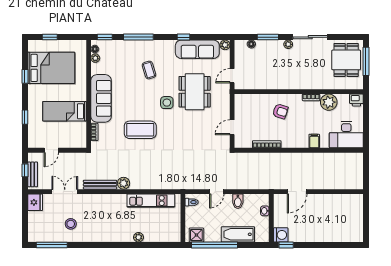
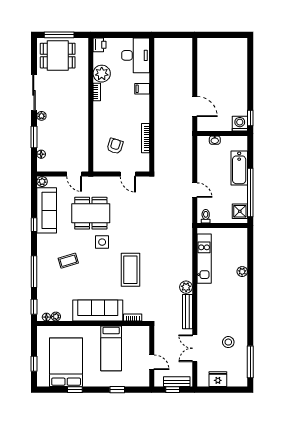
armchair: (280, 111) -> (115, 146), moved
bidet: (238, 201) -> (205, 168), removed
fridge: (35, 202) -> (218, 379), moved

